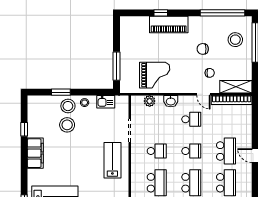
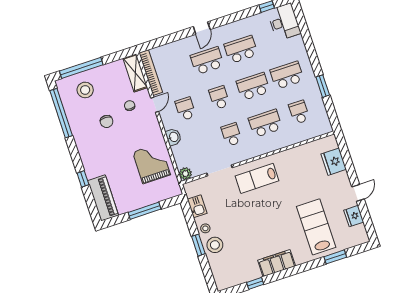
piano: (169, 24) -> (103, 198), moved
window: (116, 66) -> (145, 211), moved
window: (61, 92) -> (198, 245), moved
plant: (150, 101) -> (185, 174), moved
stool: (67, 125) -> (235, 239), removed

